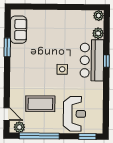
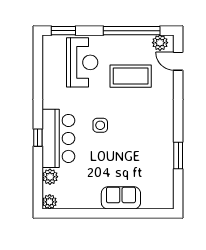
sofa: (18, 30) -> (121, 198), moved, turned 90
reception desk: (75, 114) -> (82, 62), turned 180

